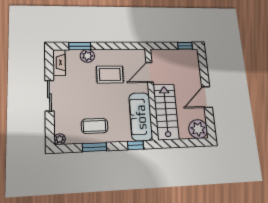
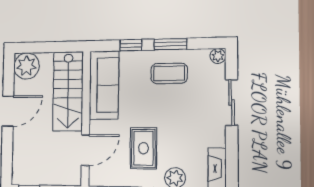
rug: (110, 74) -> (143, 148), turned 90
sliding door: (49, 96) -> (232, 102), moved
window: (136, 145) -> (131, 45), moved

